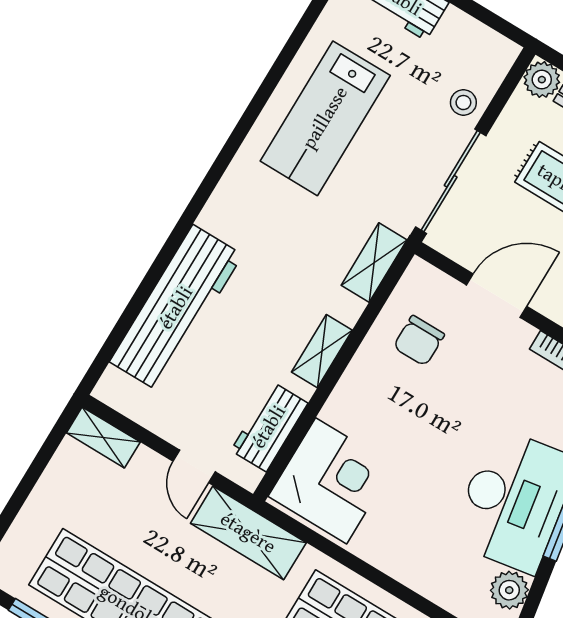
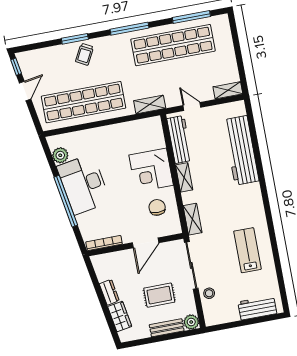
lab bench: (325, 118) -> (247, 250), width x0.73, depth x0.72
workbench: (269, 427) -> (179, 139), width x1.38
corner desk: (331, 481) -> (151, 170), moved
shelving: (248, 533) -> (150, 105), width x0.67, depth x0.75

